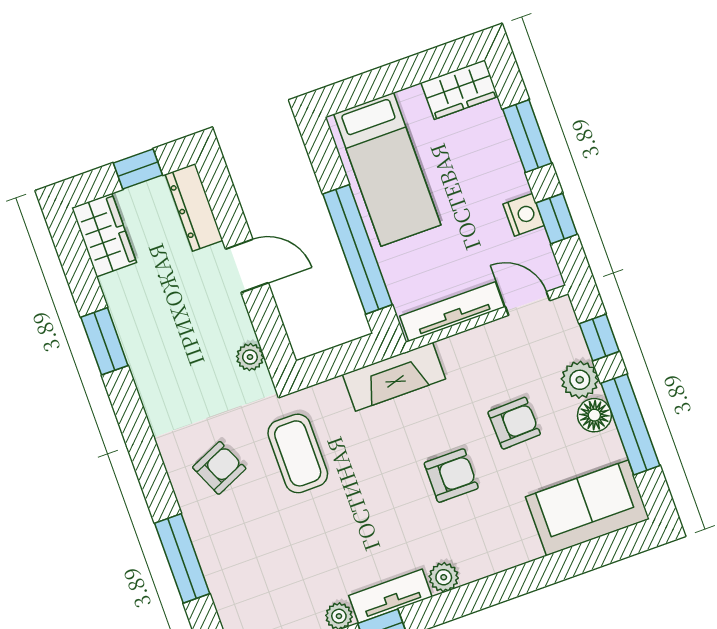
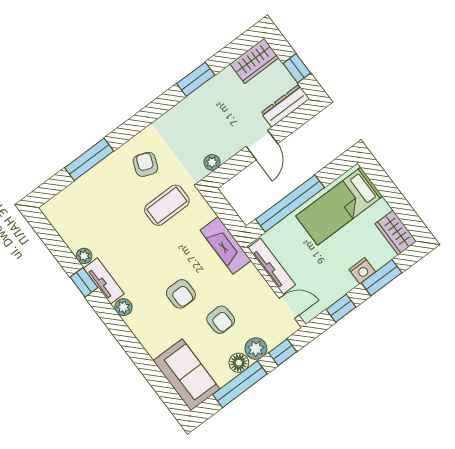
nightstand: (524, 215) -> (362, 271), moved
door: (528, 304) -> (289, 307), hinge flipped
armchair: (219, 468) -> (145, 164), turned -135

